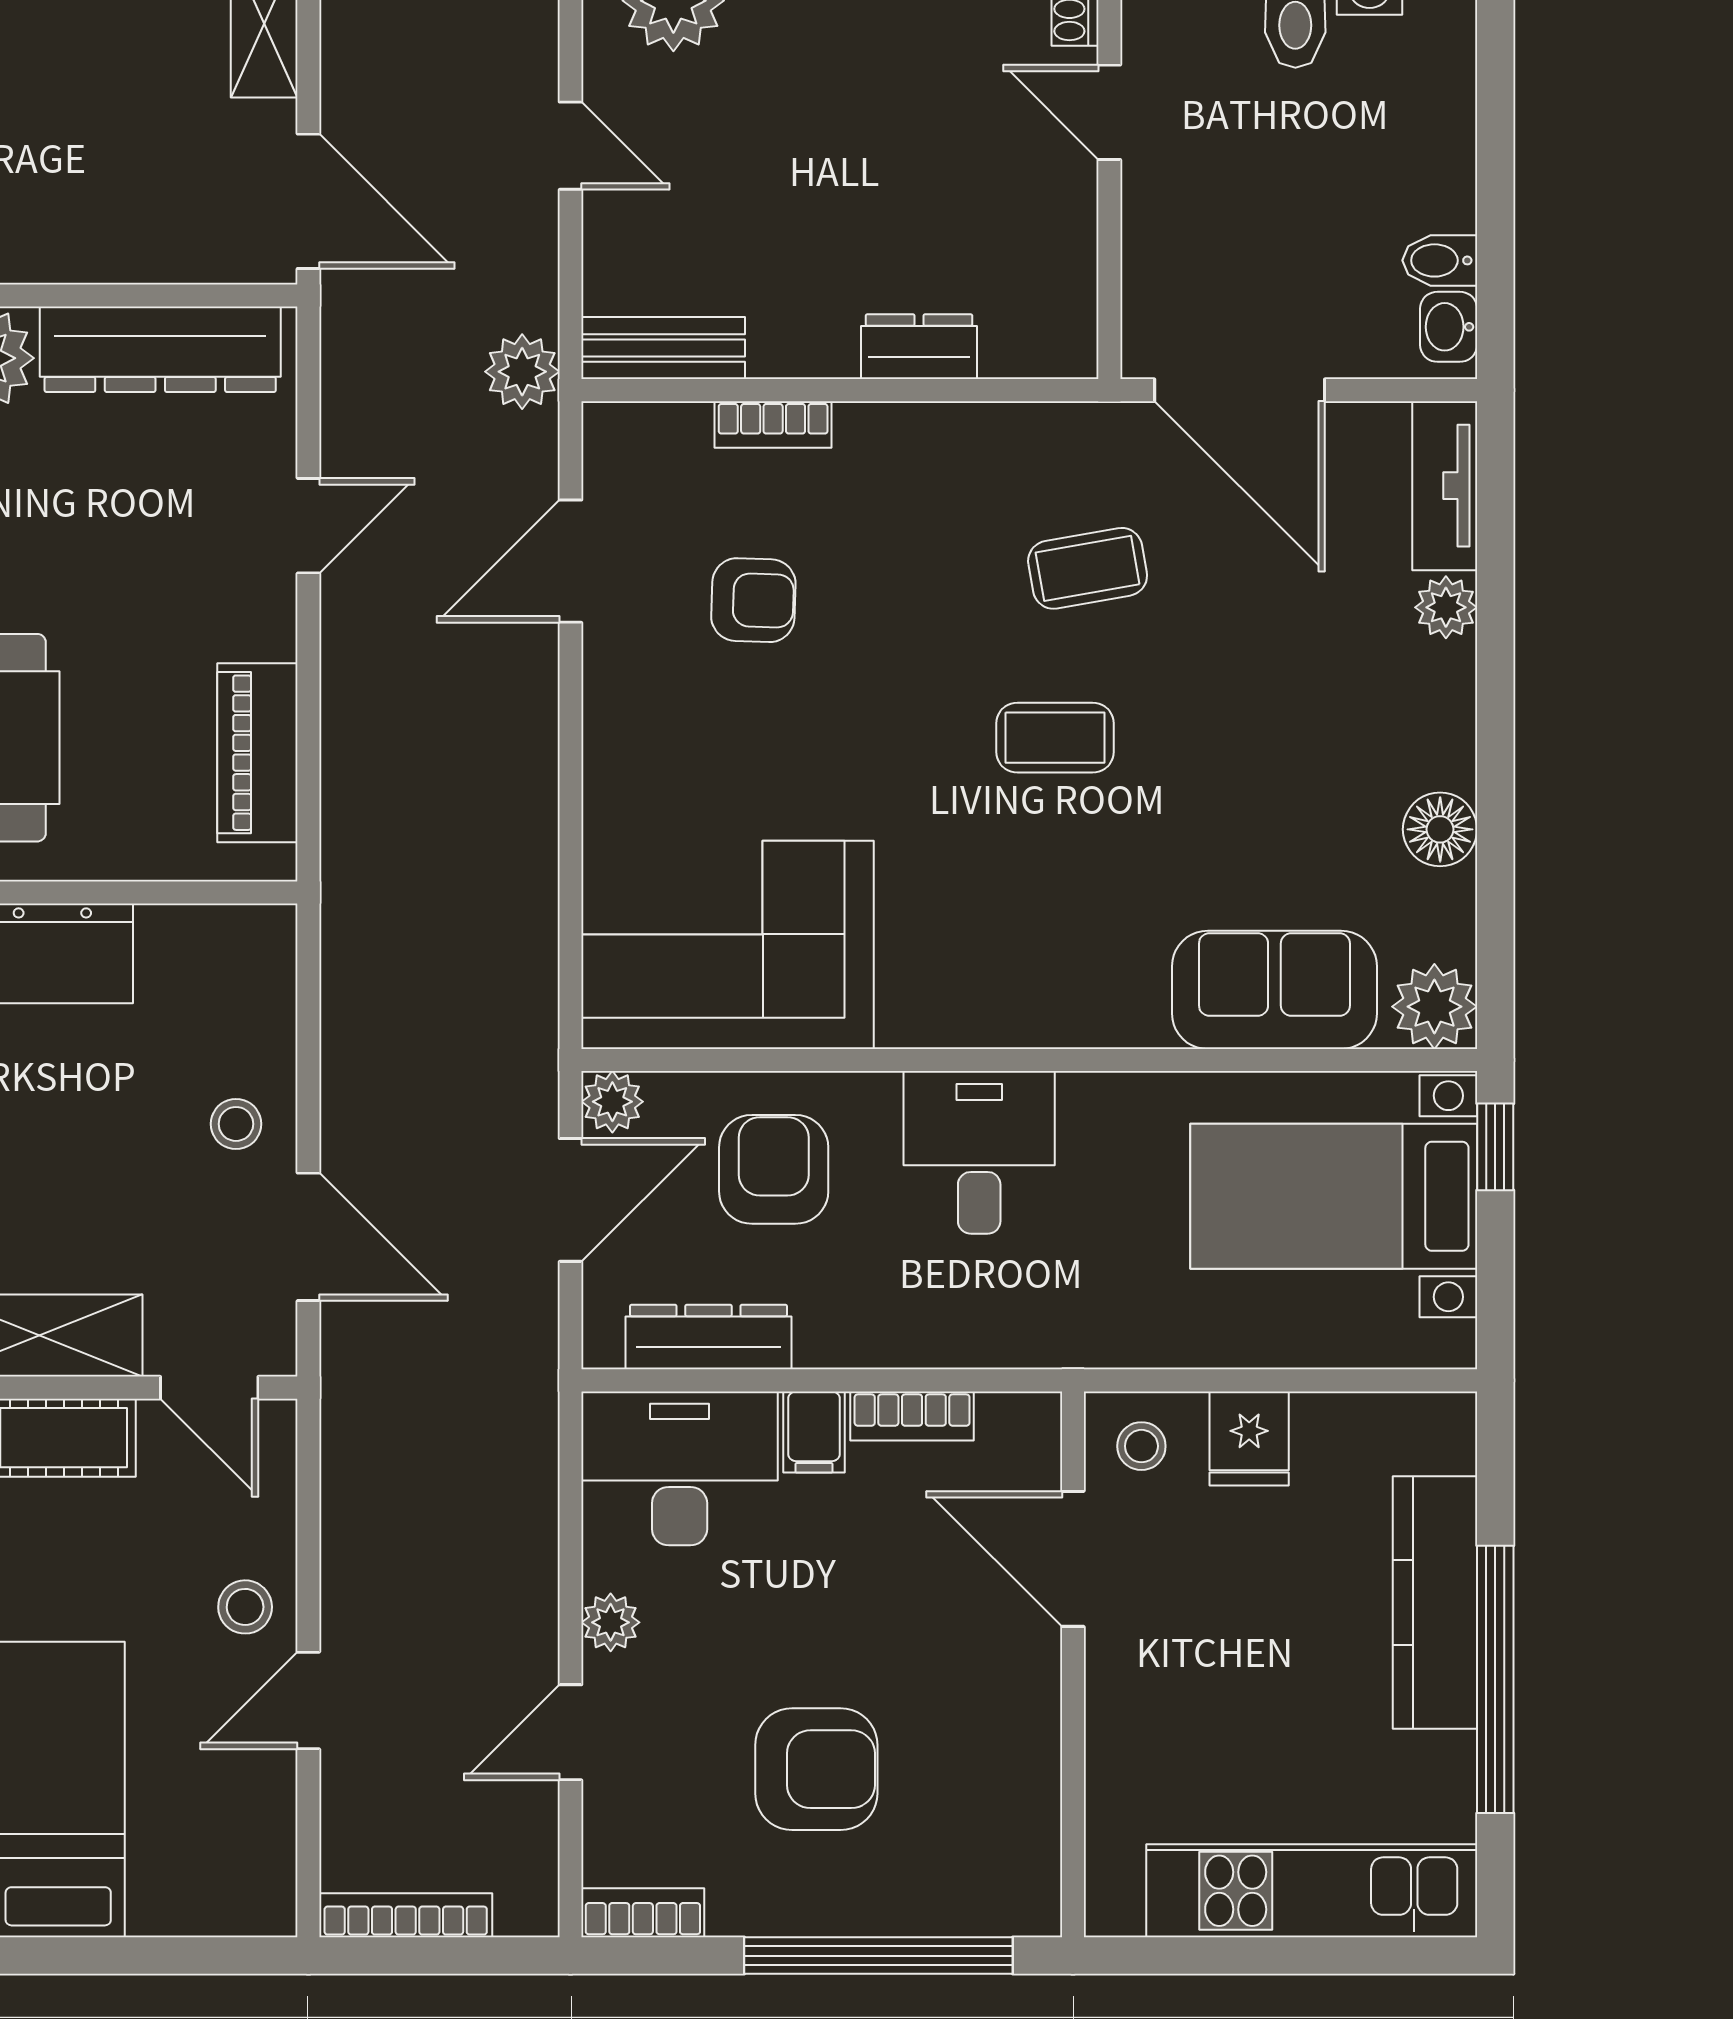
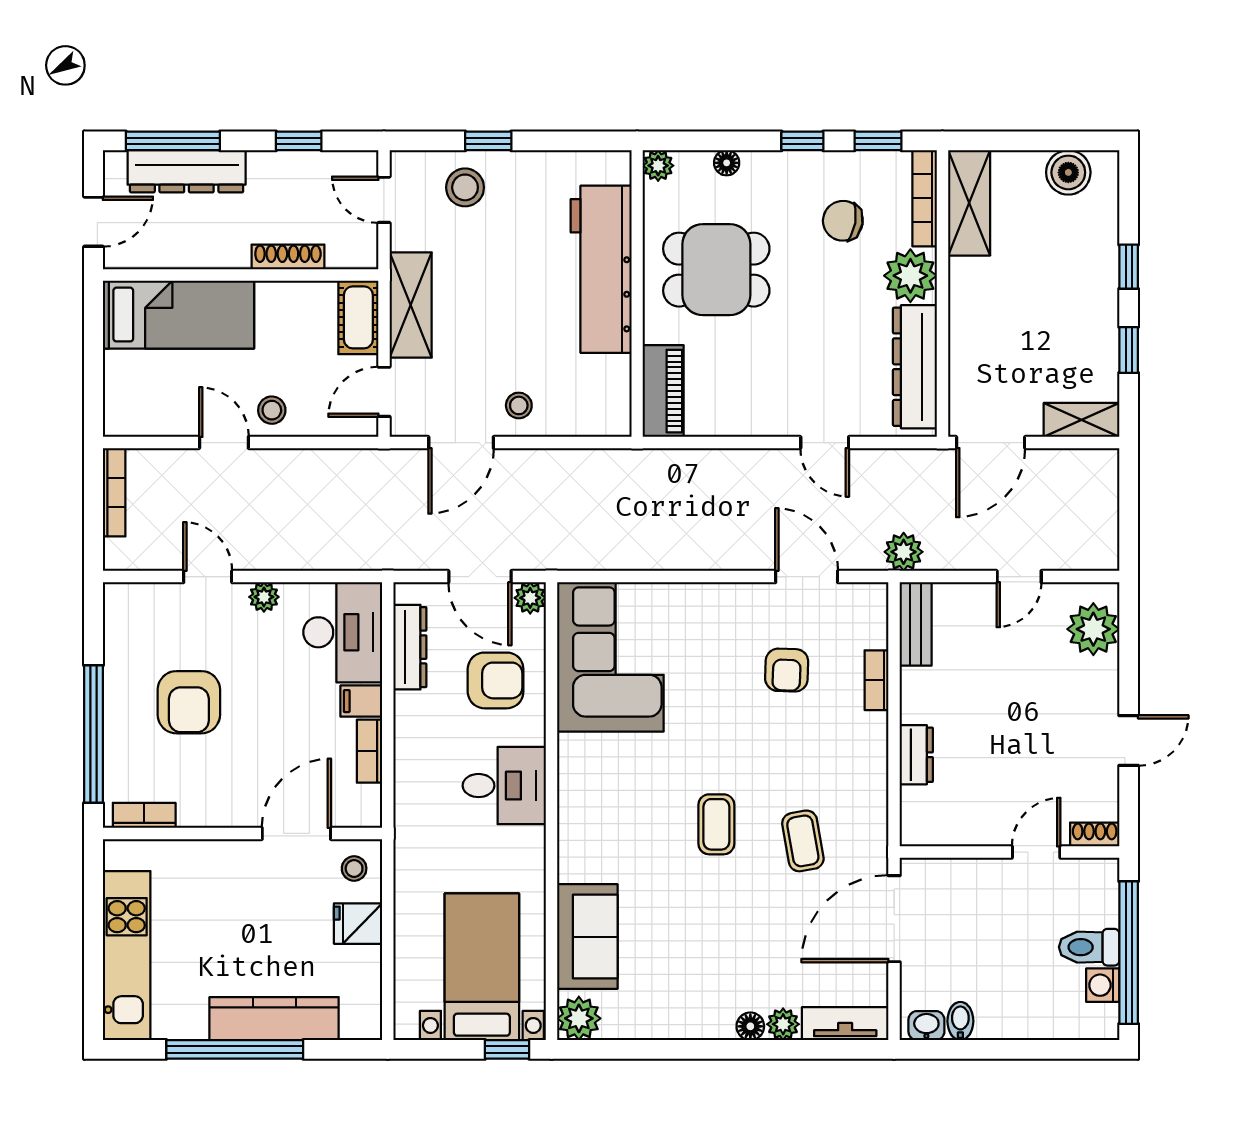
piano: (257, 753) -> (663, 391), moved, turned 90
floor lamp: (1440, 829) -> (750, 1026), moved, width x0.73, depth x0.73
bookcase: (643, 1913) -> (144, 815), moved, turned -90

